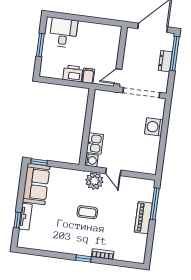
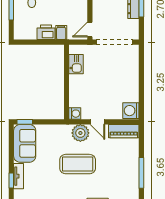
washing machine: (154, 127) -> (131, 111), moved
kitchen sink: (95, 143) -> (76, 64), moved
window: (155, 204) -> (141, 173), moved
coffee table: (87, 212) -> (78, 164), width x1.86, depth x1.72
piano: (143, 218) -> (124, 131), moved, turned -90

